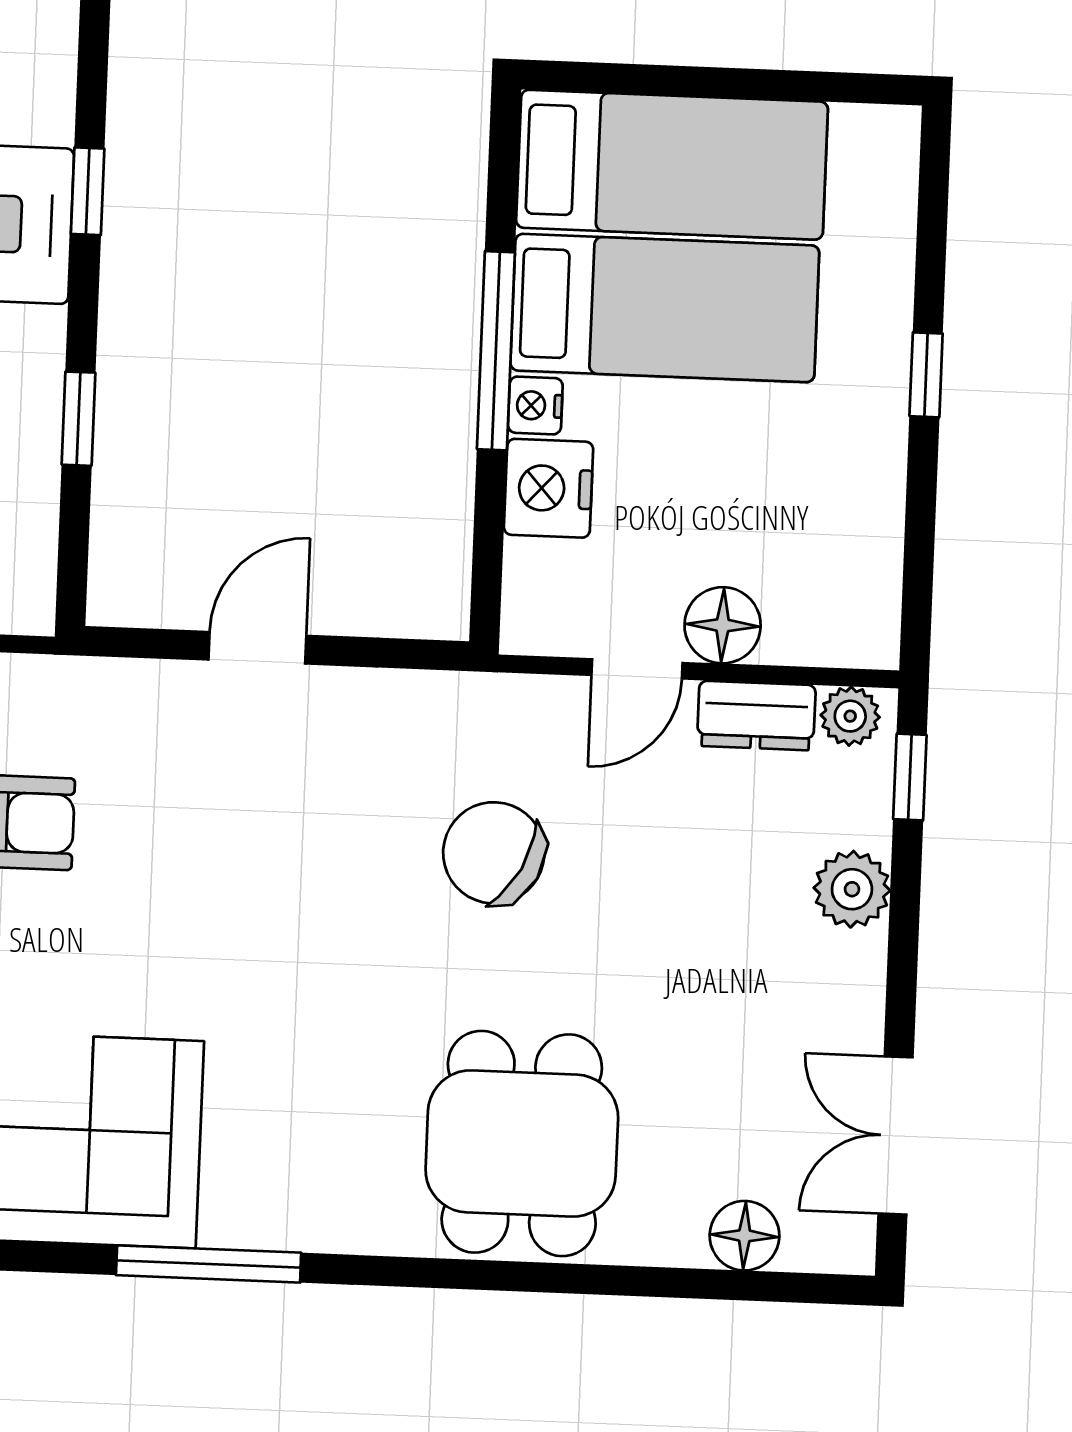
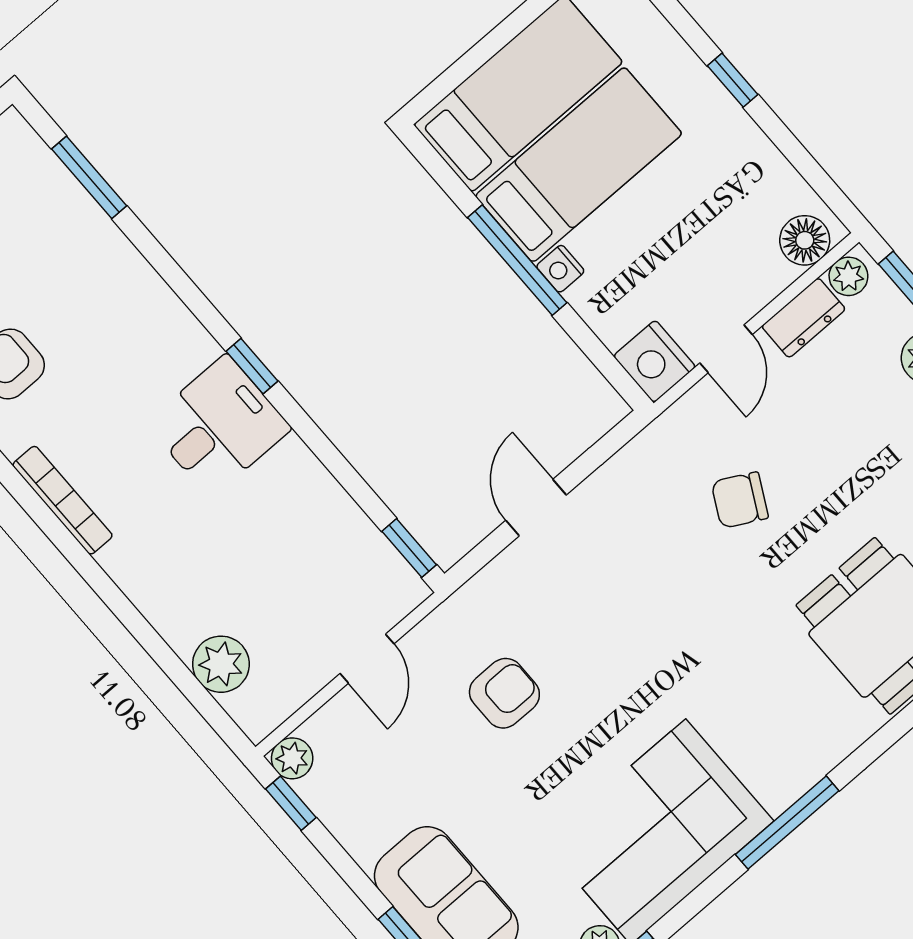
window: (79, 419) -> (409, 548), moved
nightstand: (548, 488) -> (655, 361), moved
floor lamp: (723, 625) -> (805, 240), moved
chair: (494, 853) -> (740, 500), width x0.73, depth x0.73

